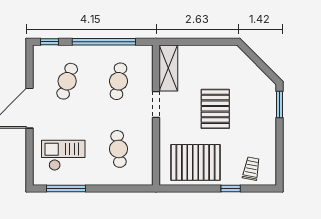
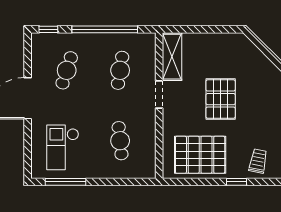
checkout: (63, 155) -> (63, 147), turned -90

